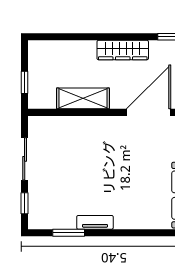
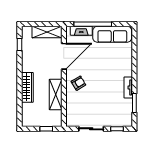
wardrobe: (123, 50) -> (27, 87), moved
door: (148, 112) -> (64, 56), swing flipped
armchair: (102, 137) -> (78, 83), added

